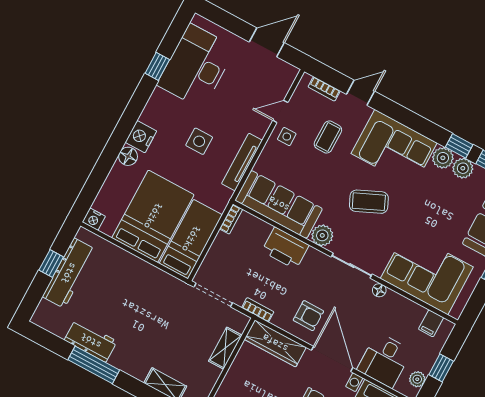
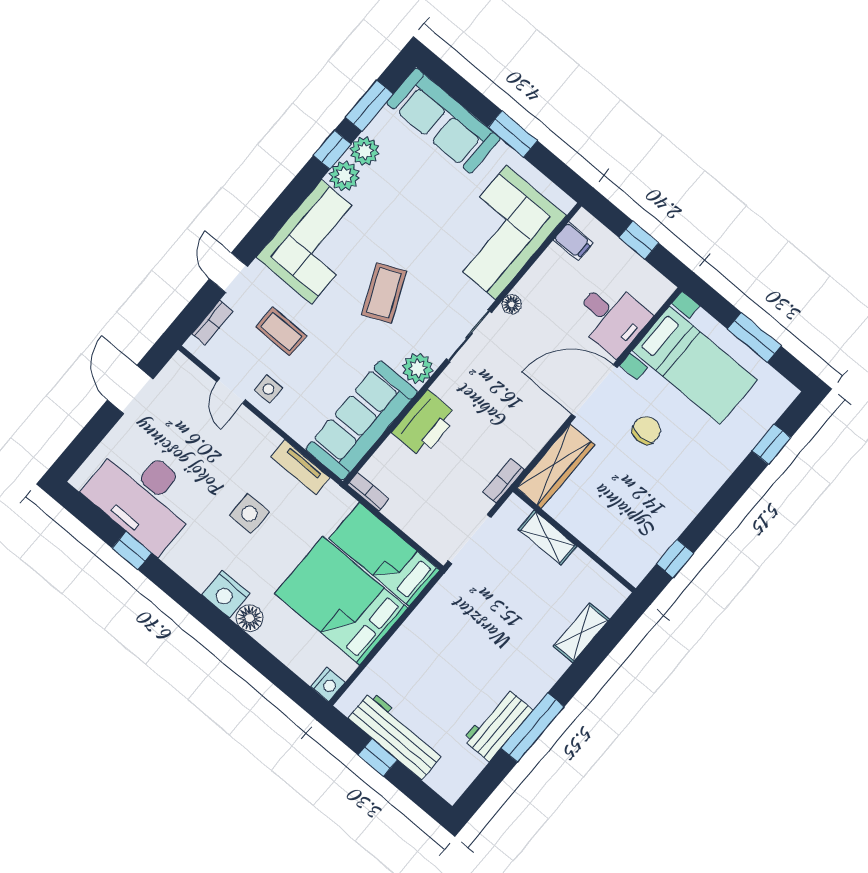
tv unit: (242, 162) -> (300, 467), width x0.71
armchair: (308, 316) -> (526, 411), removed
plant: (417, 379) -> (648, 277), removed

